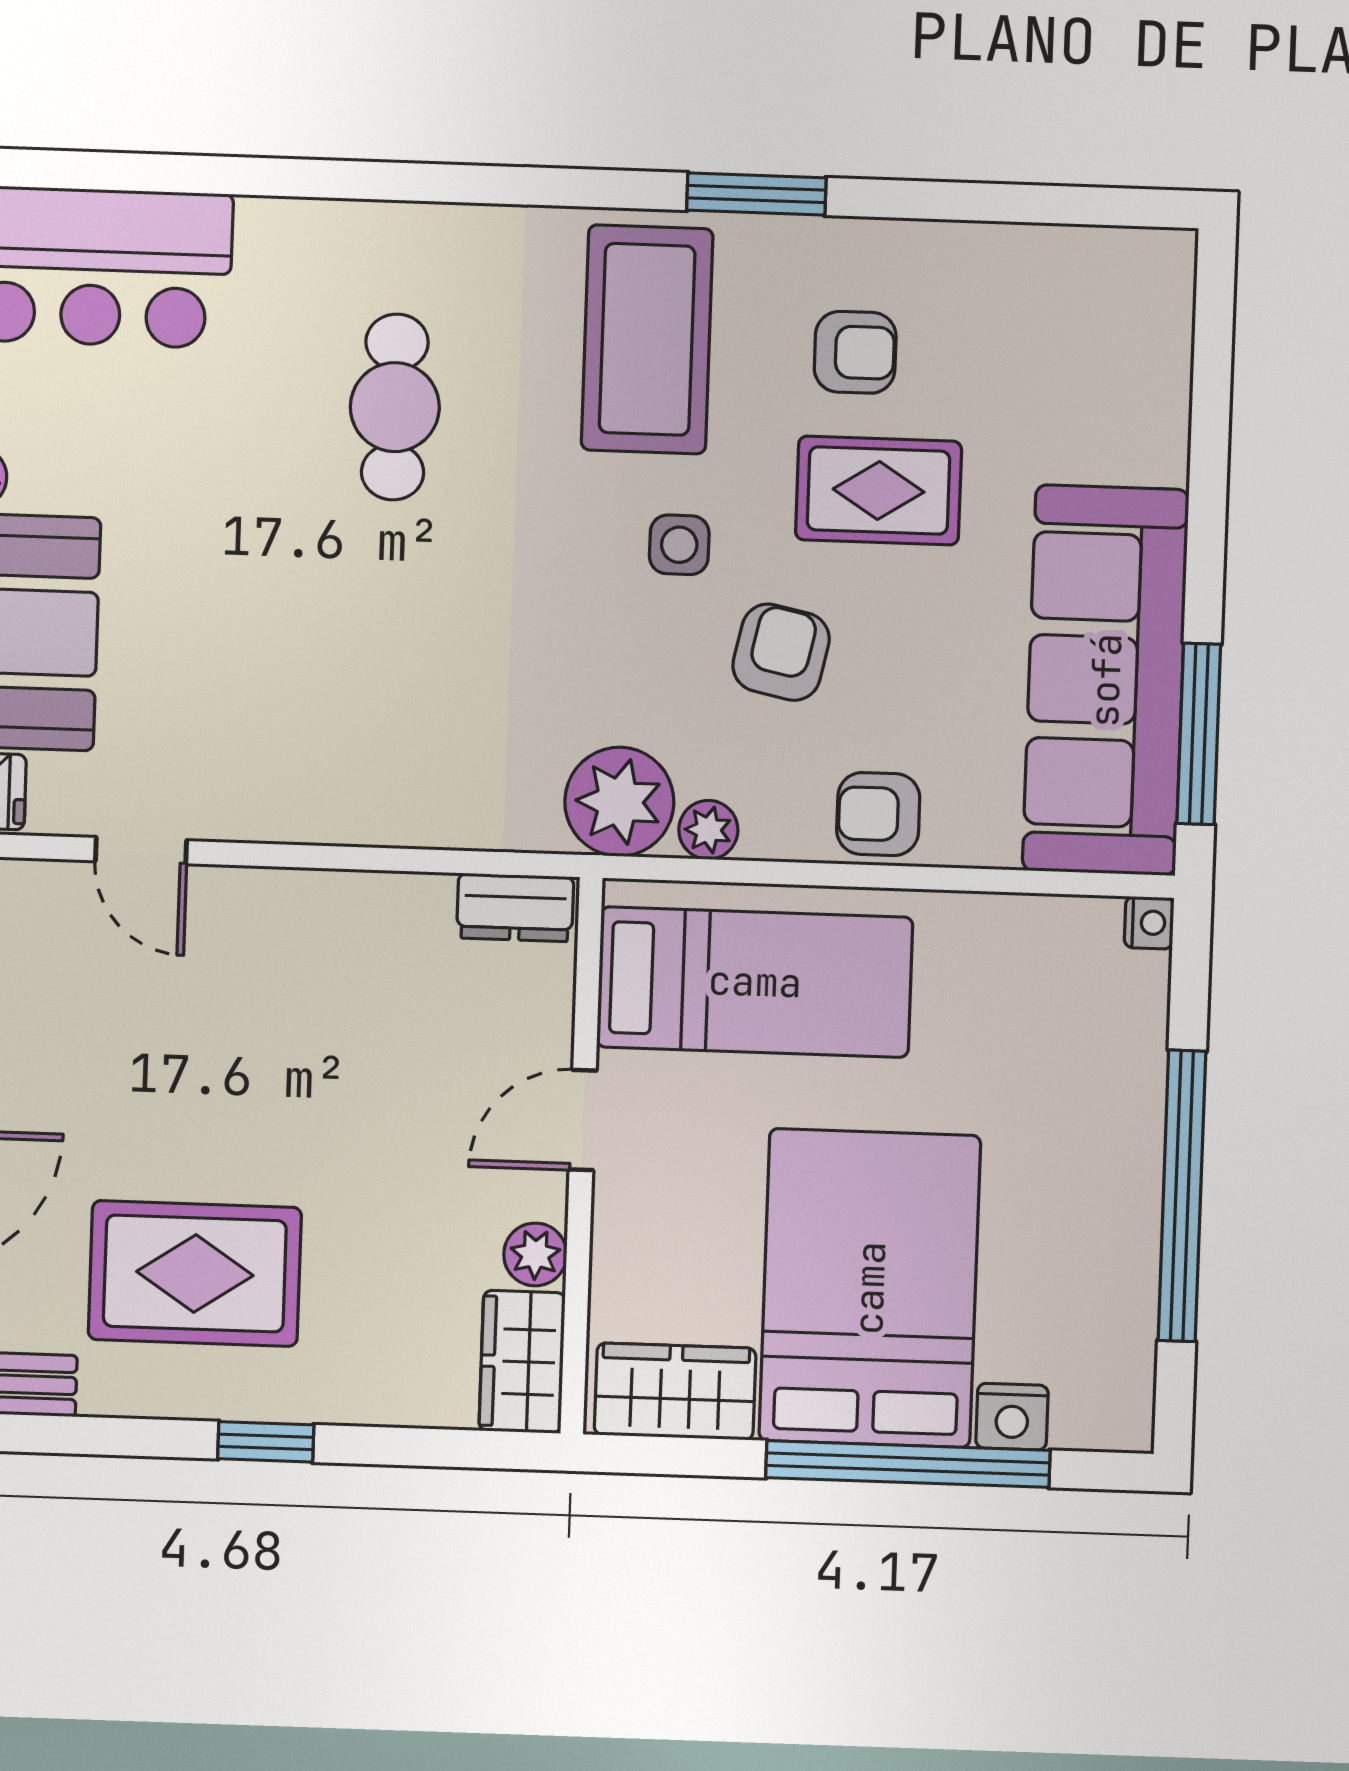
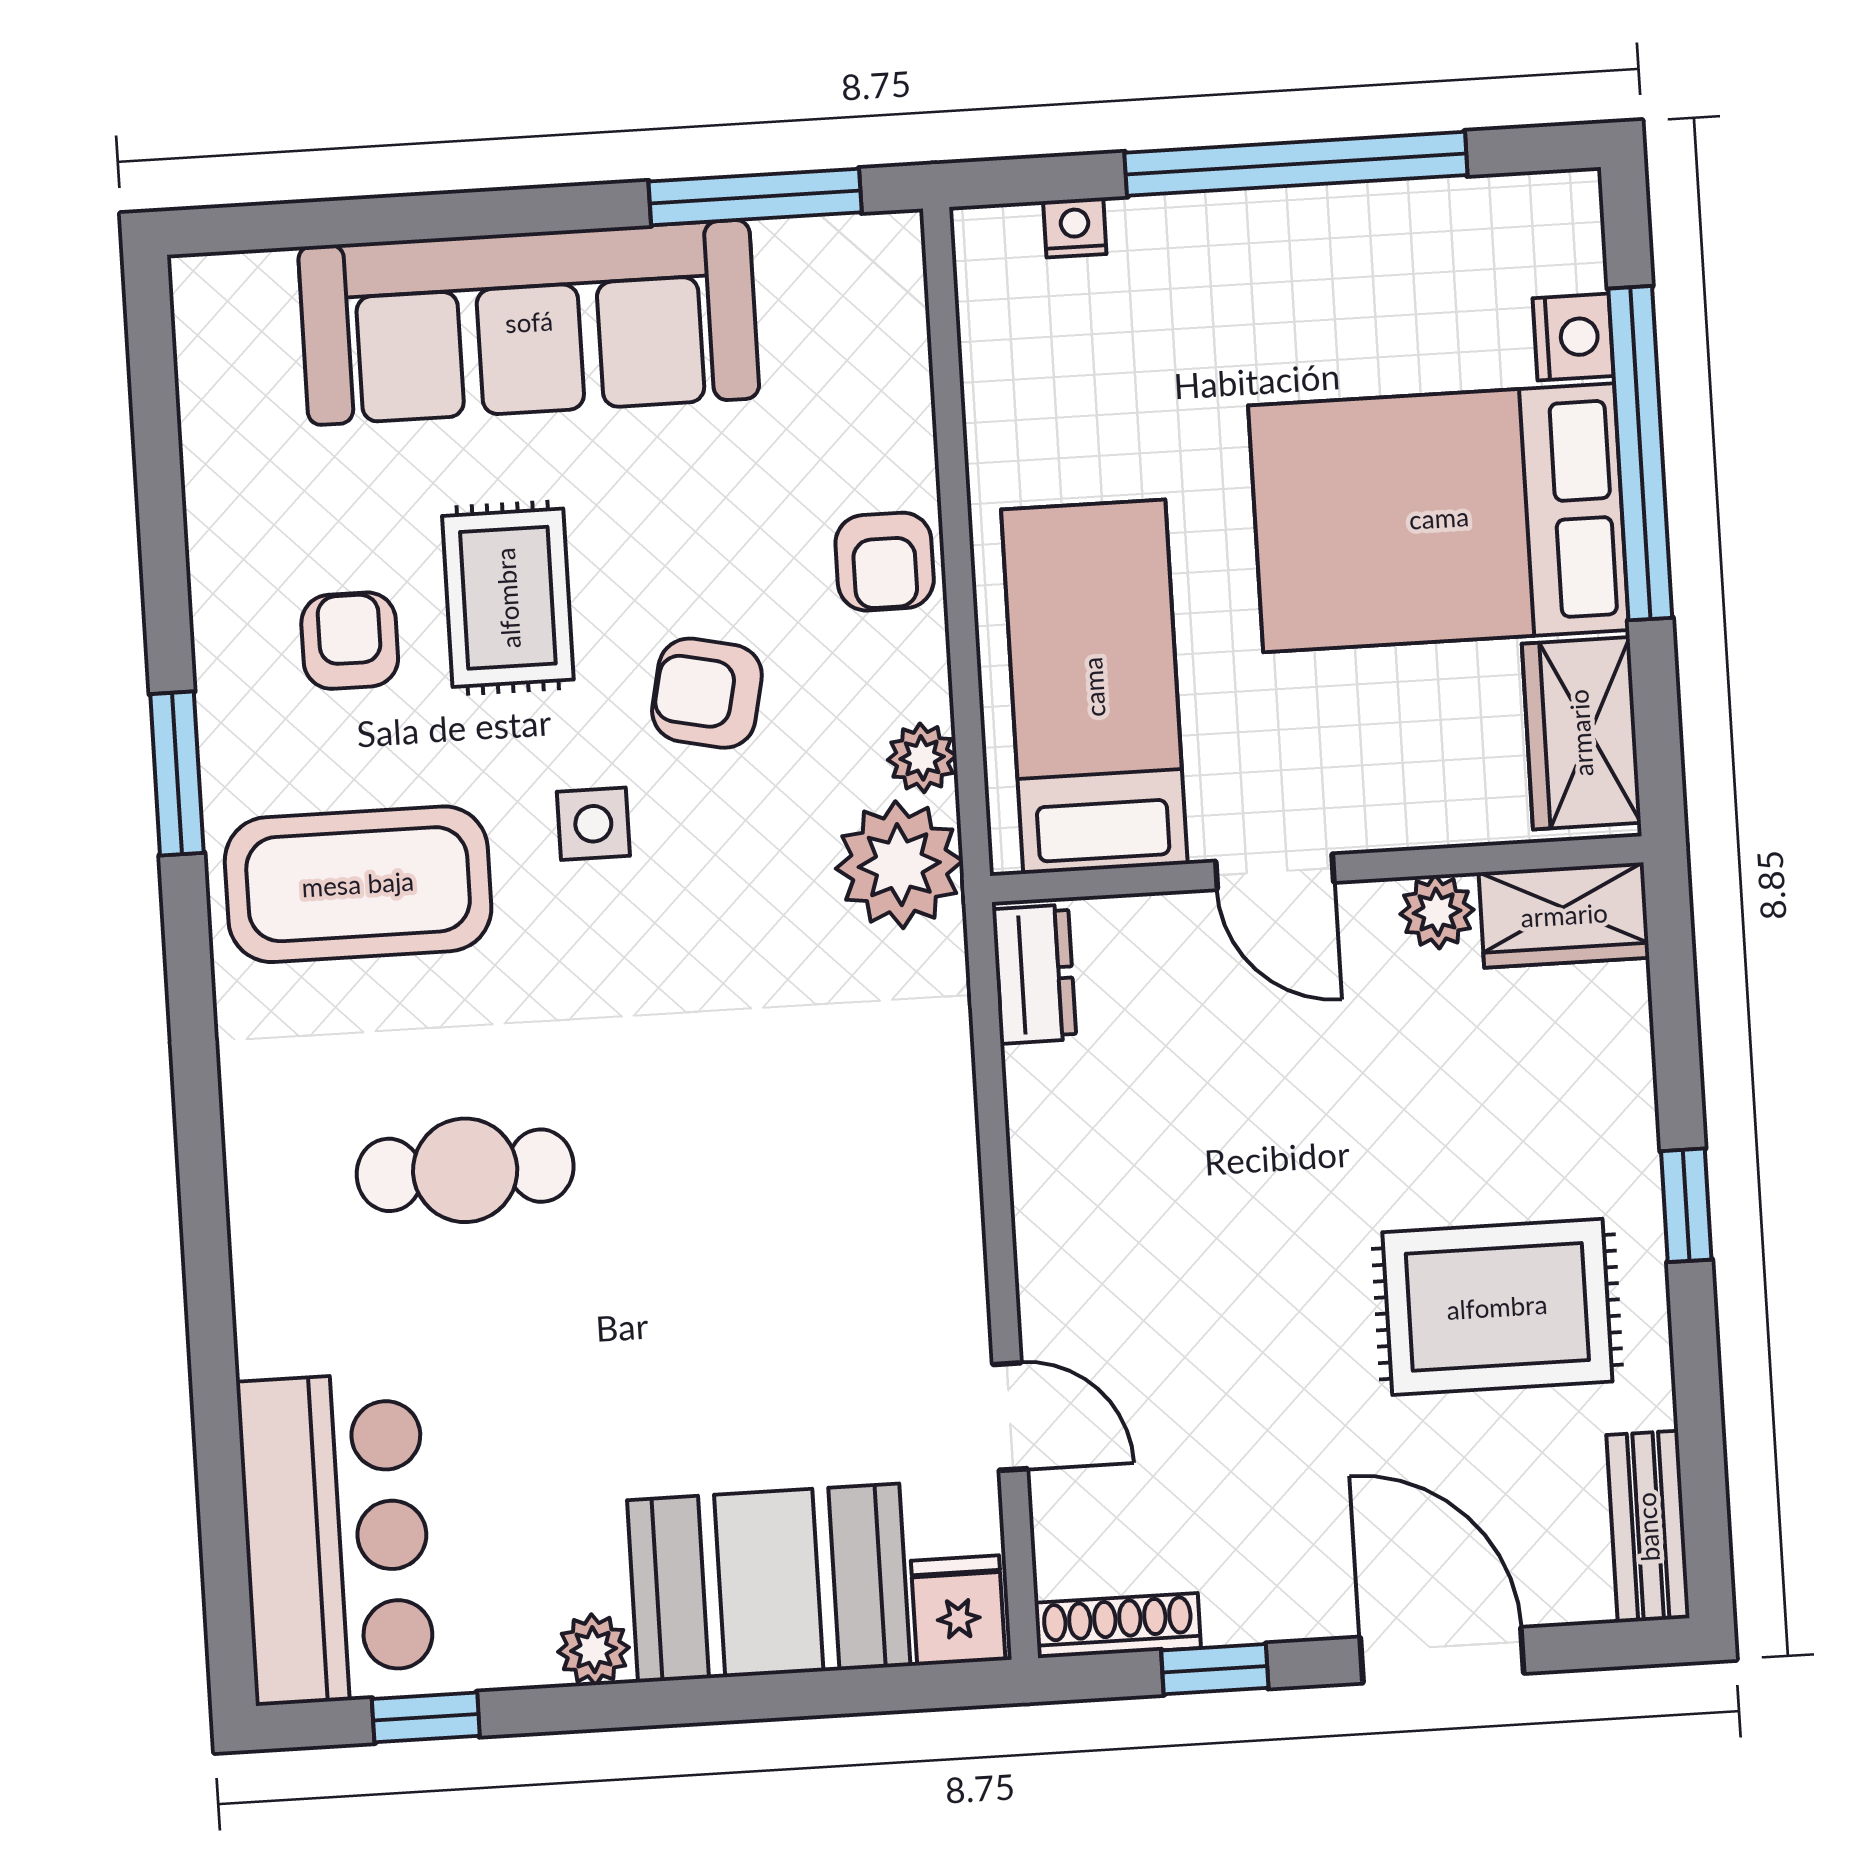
sofa: (1106, 680) -> (529, 322), moved
door: (141, 851) -> (1010, 1417), hinge flipped
nightstand: (1149, 923) -> (1075, 228), moved
rug: (195, 1273) -> (1497, 1307), turned 90

